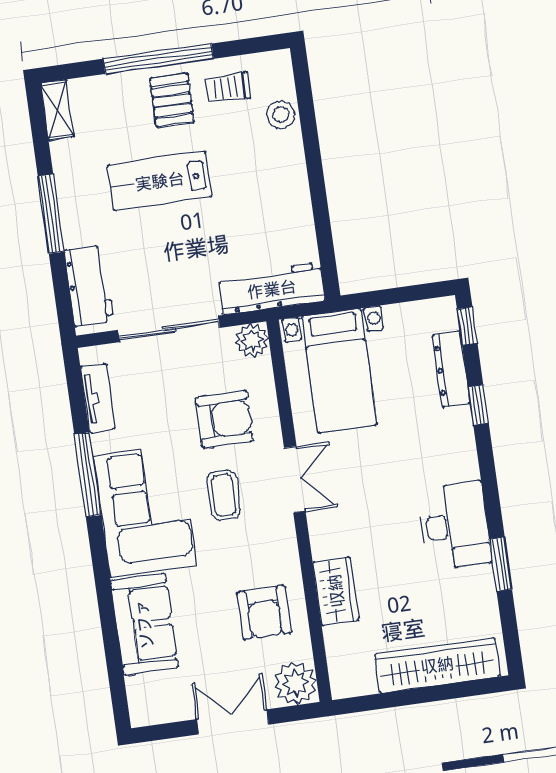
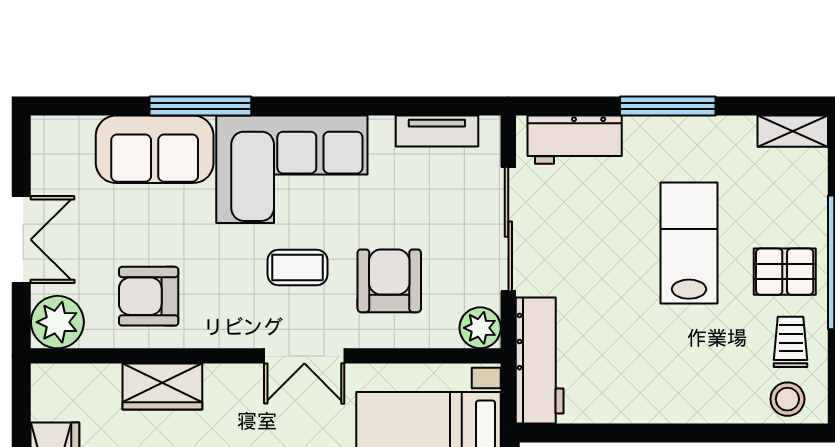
stool: (281, 115) -> (787, 399), moved
armchair: (224, 419) -> (389, 281), turned 180
window: (88, 475) -> (200, 106), moved

